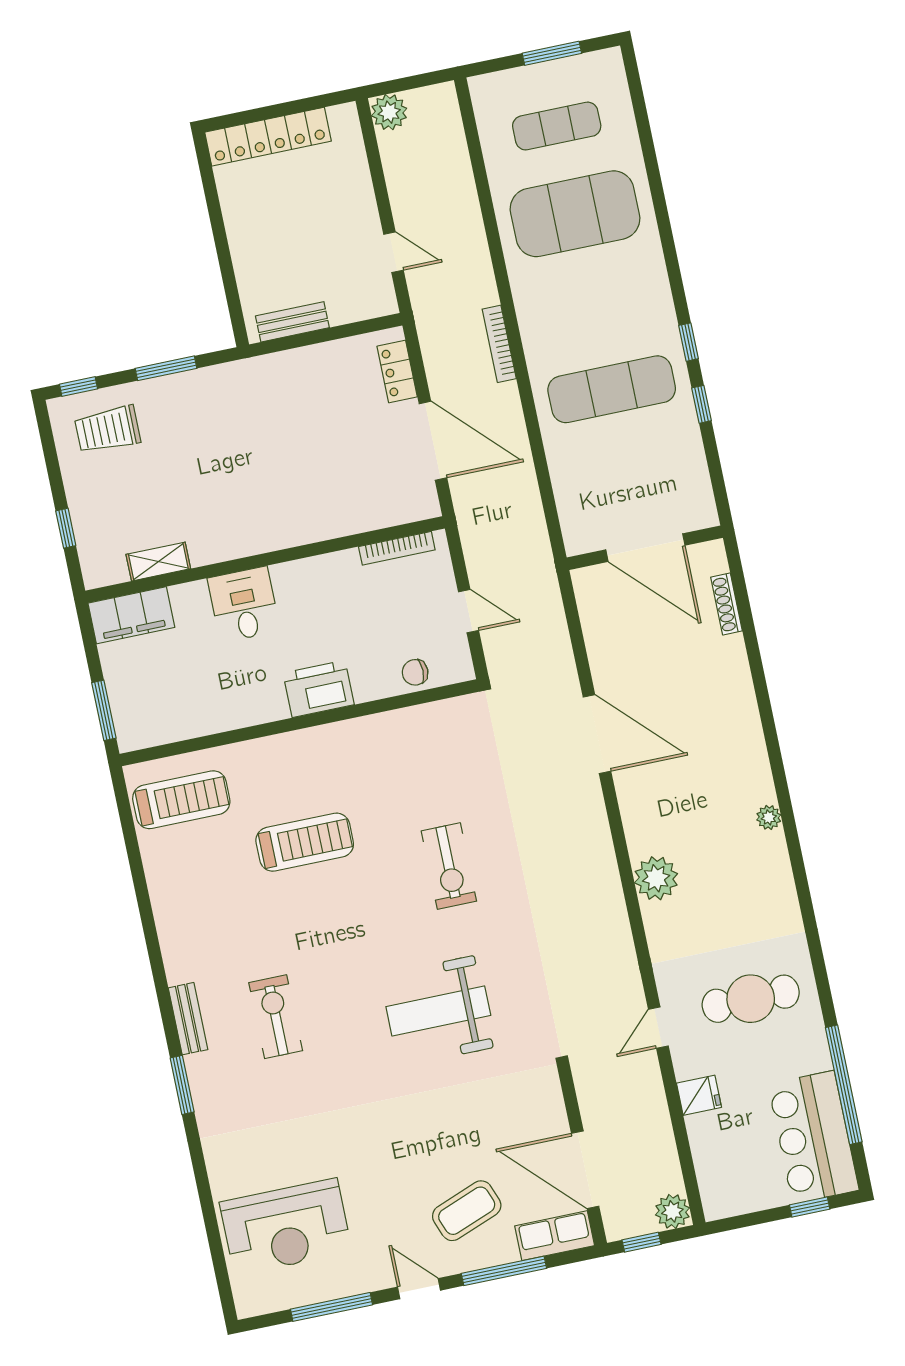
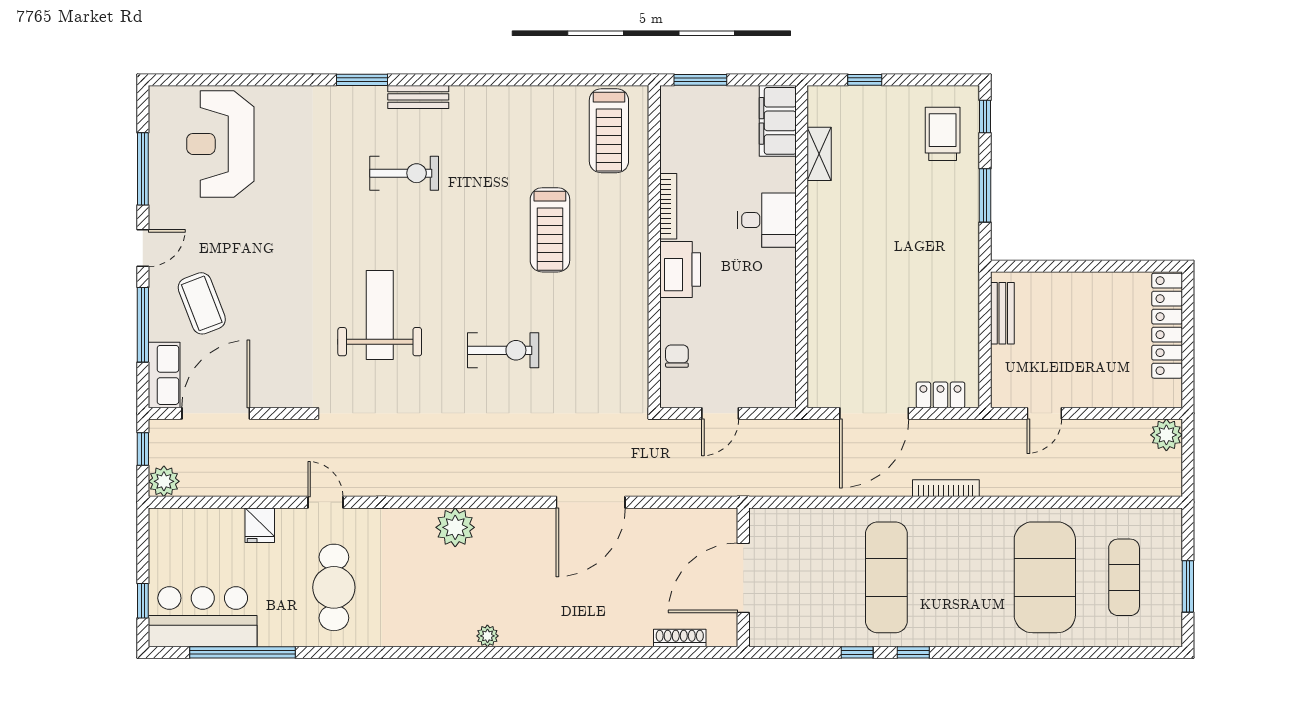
bookcase: (397, 548) -> (668, 206), moved, turned 180
exercise bike: (449, 866) -> (503, 350), turned 180

